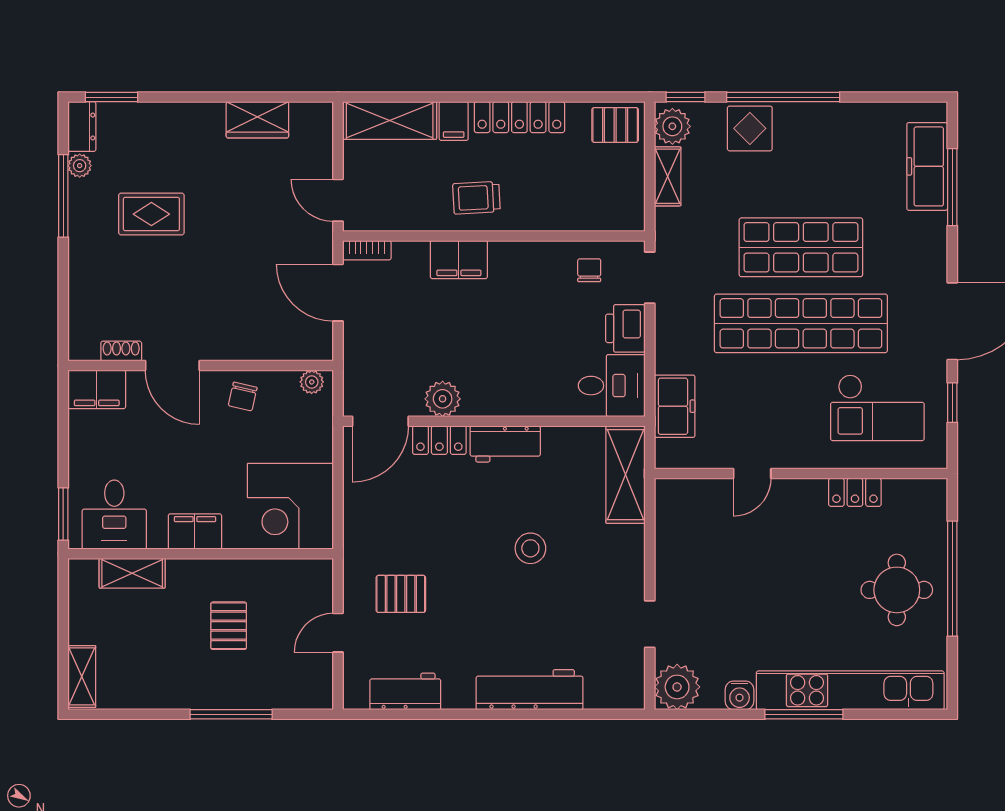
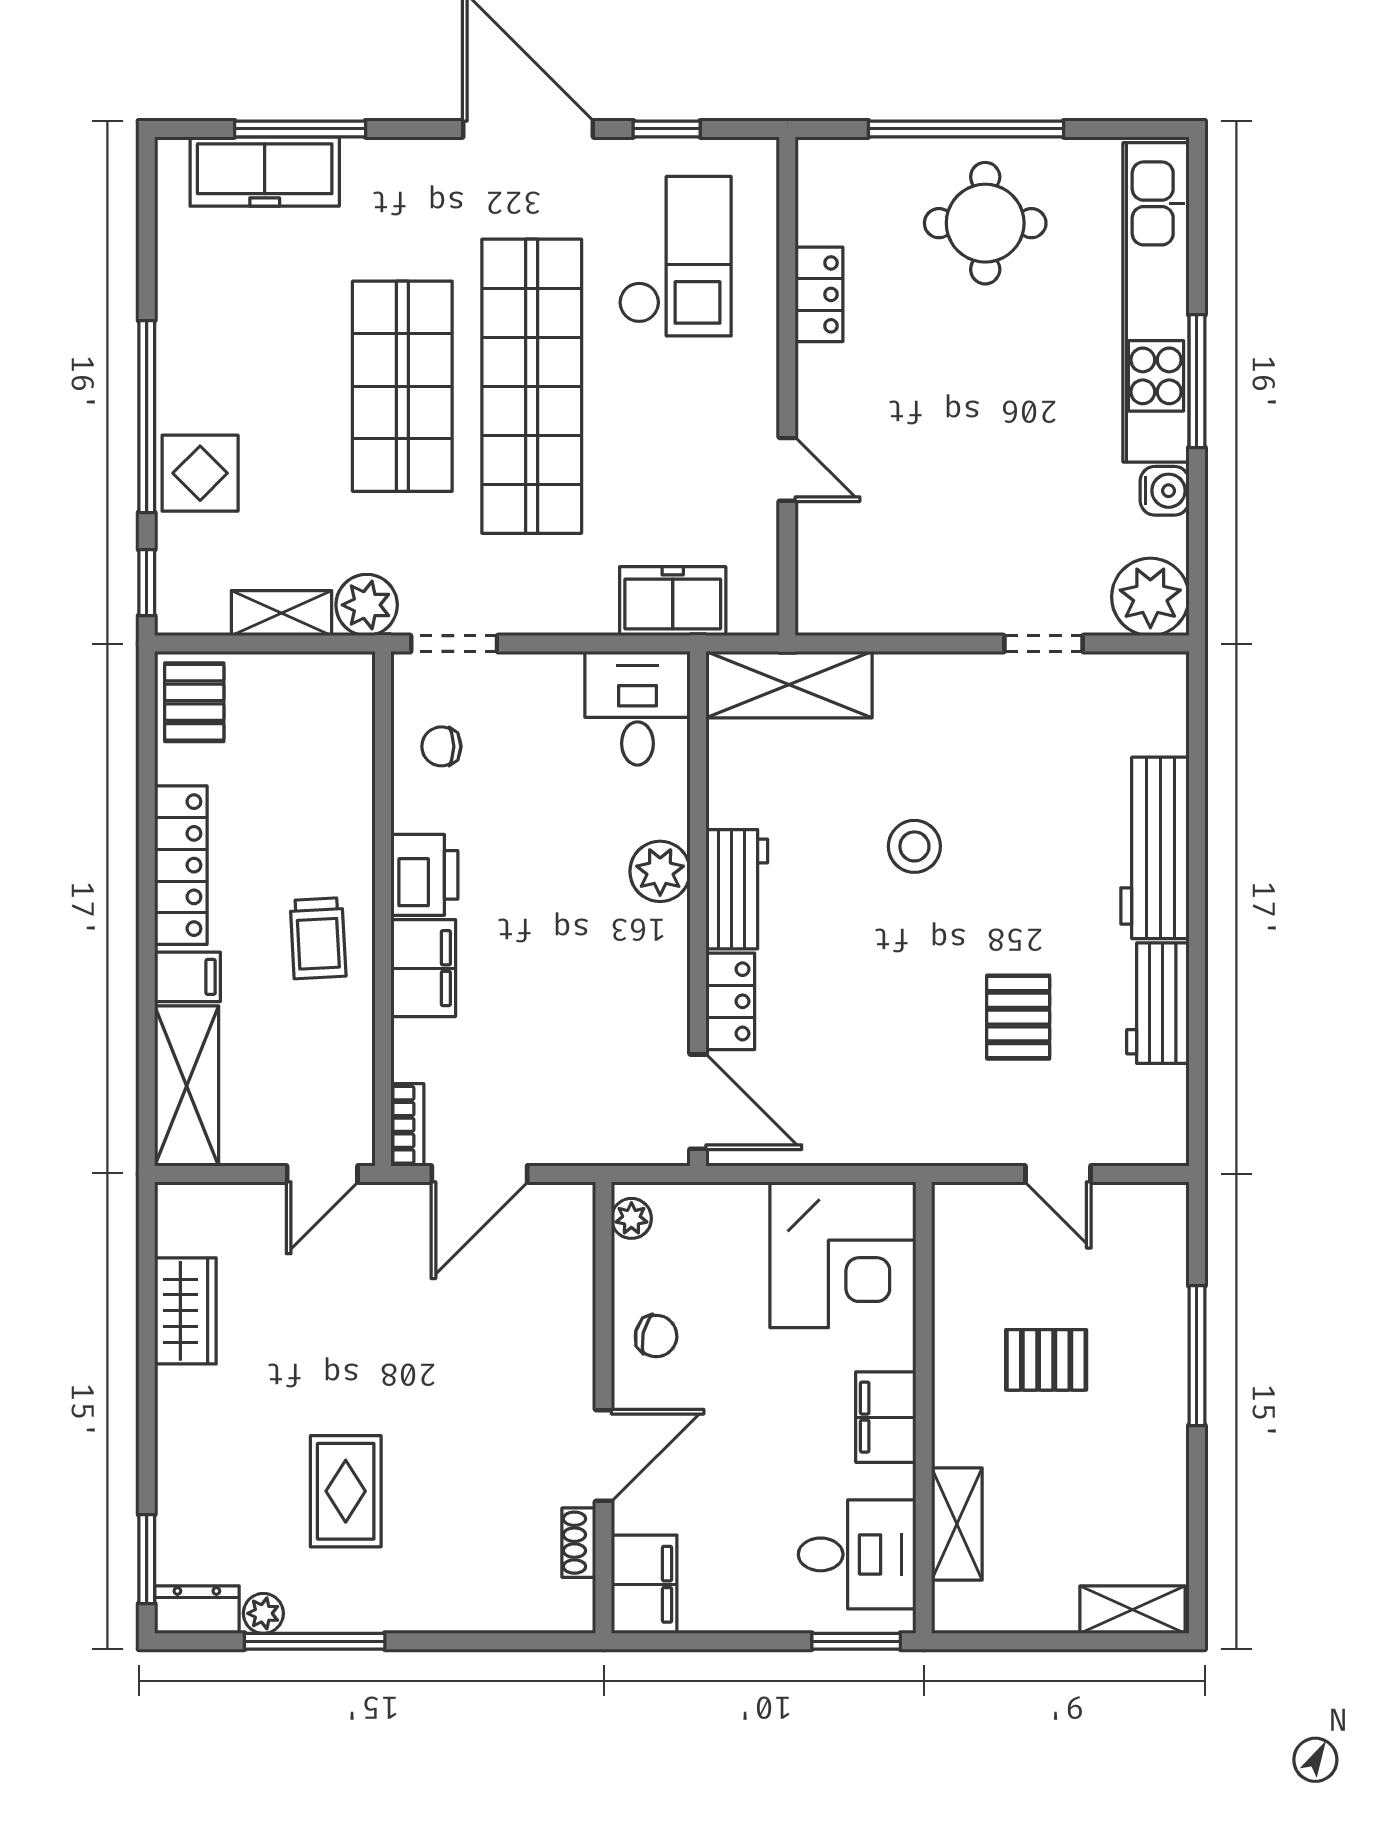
plant: (672, 126) -> (367, 605), moved
printer: (625, 328) -> (424, 875), moved, turned -90
plant: (443, 399) -> (660, 871), moved
pallet: (401, 594) -> (1018, 1017), moved
workbench: (405, 691) -> (1158, 1003), moved

